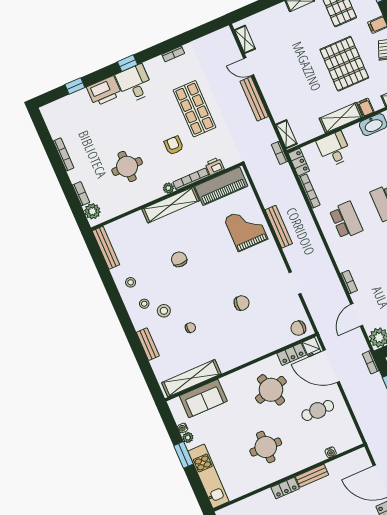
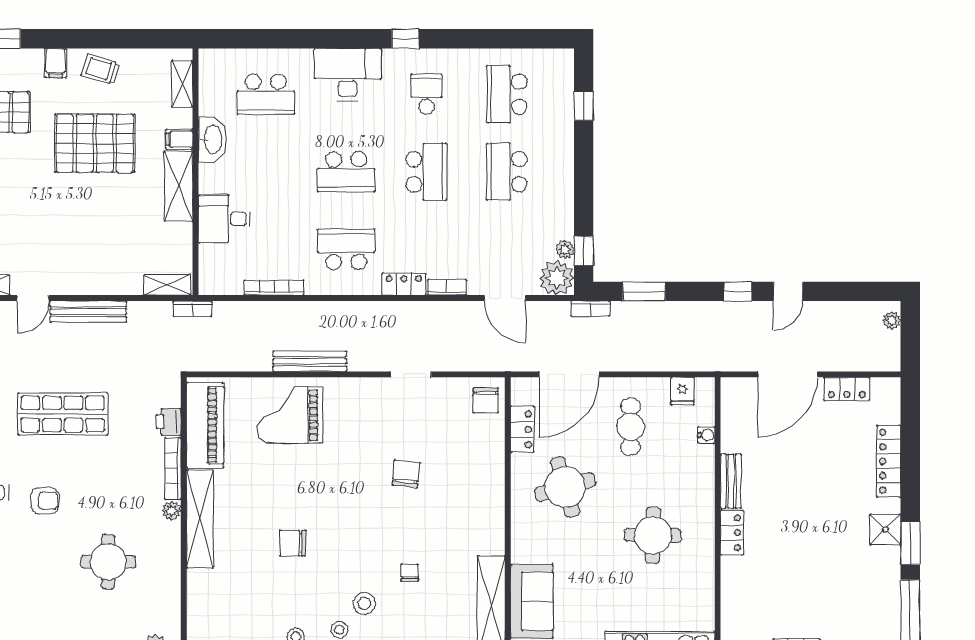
armchair: (174, 145) -> (45, 501), moved, turned 180
locker: (299, 162) -> (404, 284), moved
fridge: (311, 347) -> (682, 391), moved, turned 90

